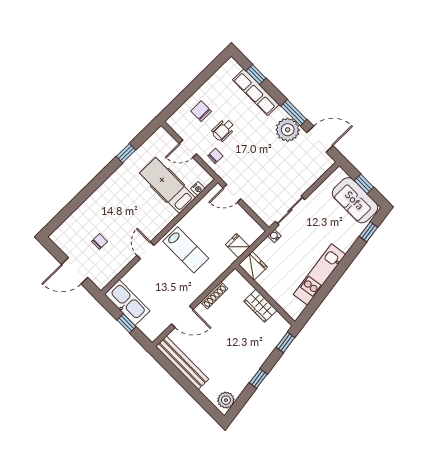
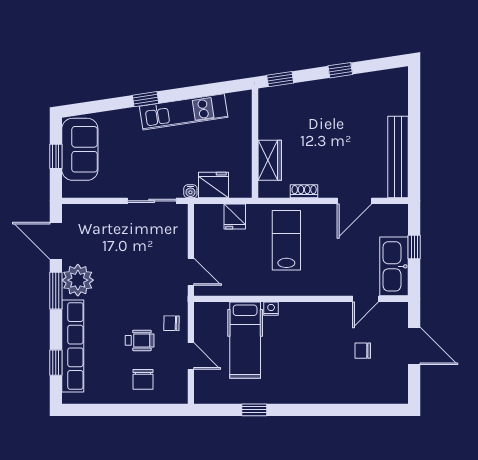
row of seats: (256, 92) -> (73, 346), width x1.36
nightstand: (198, 189) -> (271, 309), moved
window: (368, 232) -> (145, 99), moved
door: (146, 250) -> (366, 299), moved
lab bench: (186, 250) -> (286, 240), moved
fridge: (253, 266) -> (214, 185), moved, turned 90
shoe rack: (214, 295) -> (304, 191), width x0.70
wardrobe: (260, 306) -> (270, 160), moved
door: (182, 317) -> (354, 201), swing flipped
plant: (226, 400) -> (391, 80), removed

